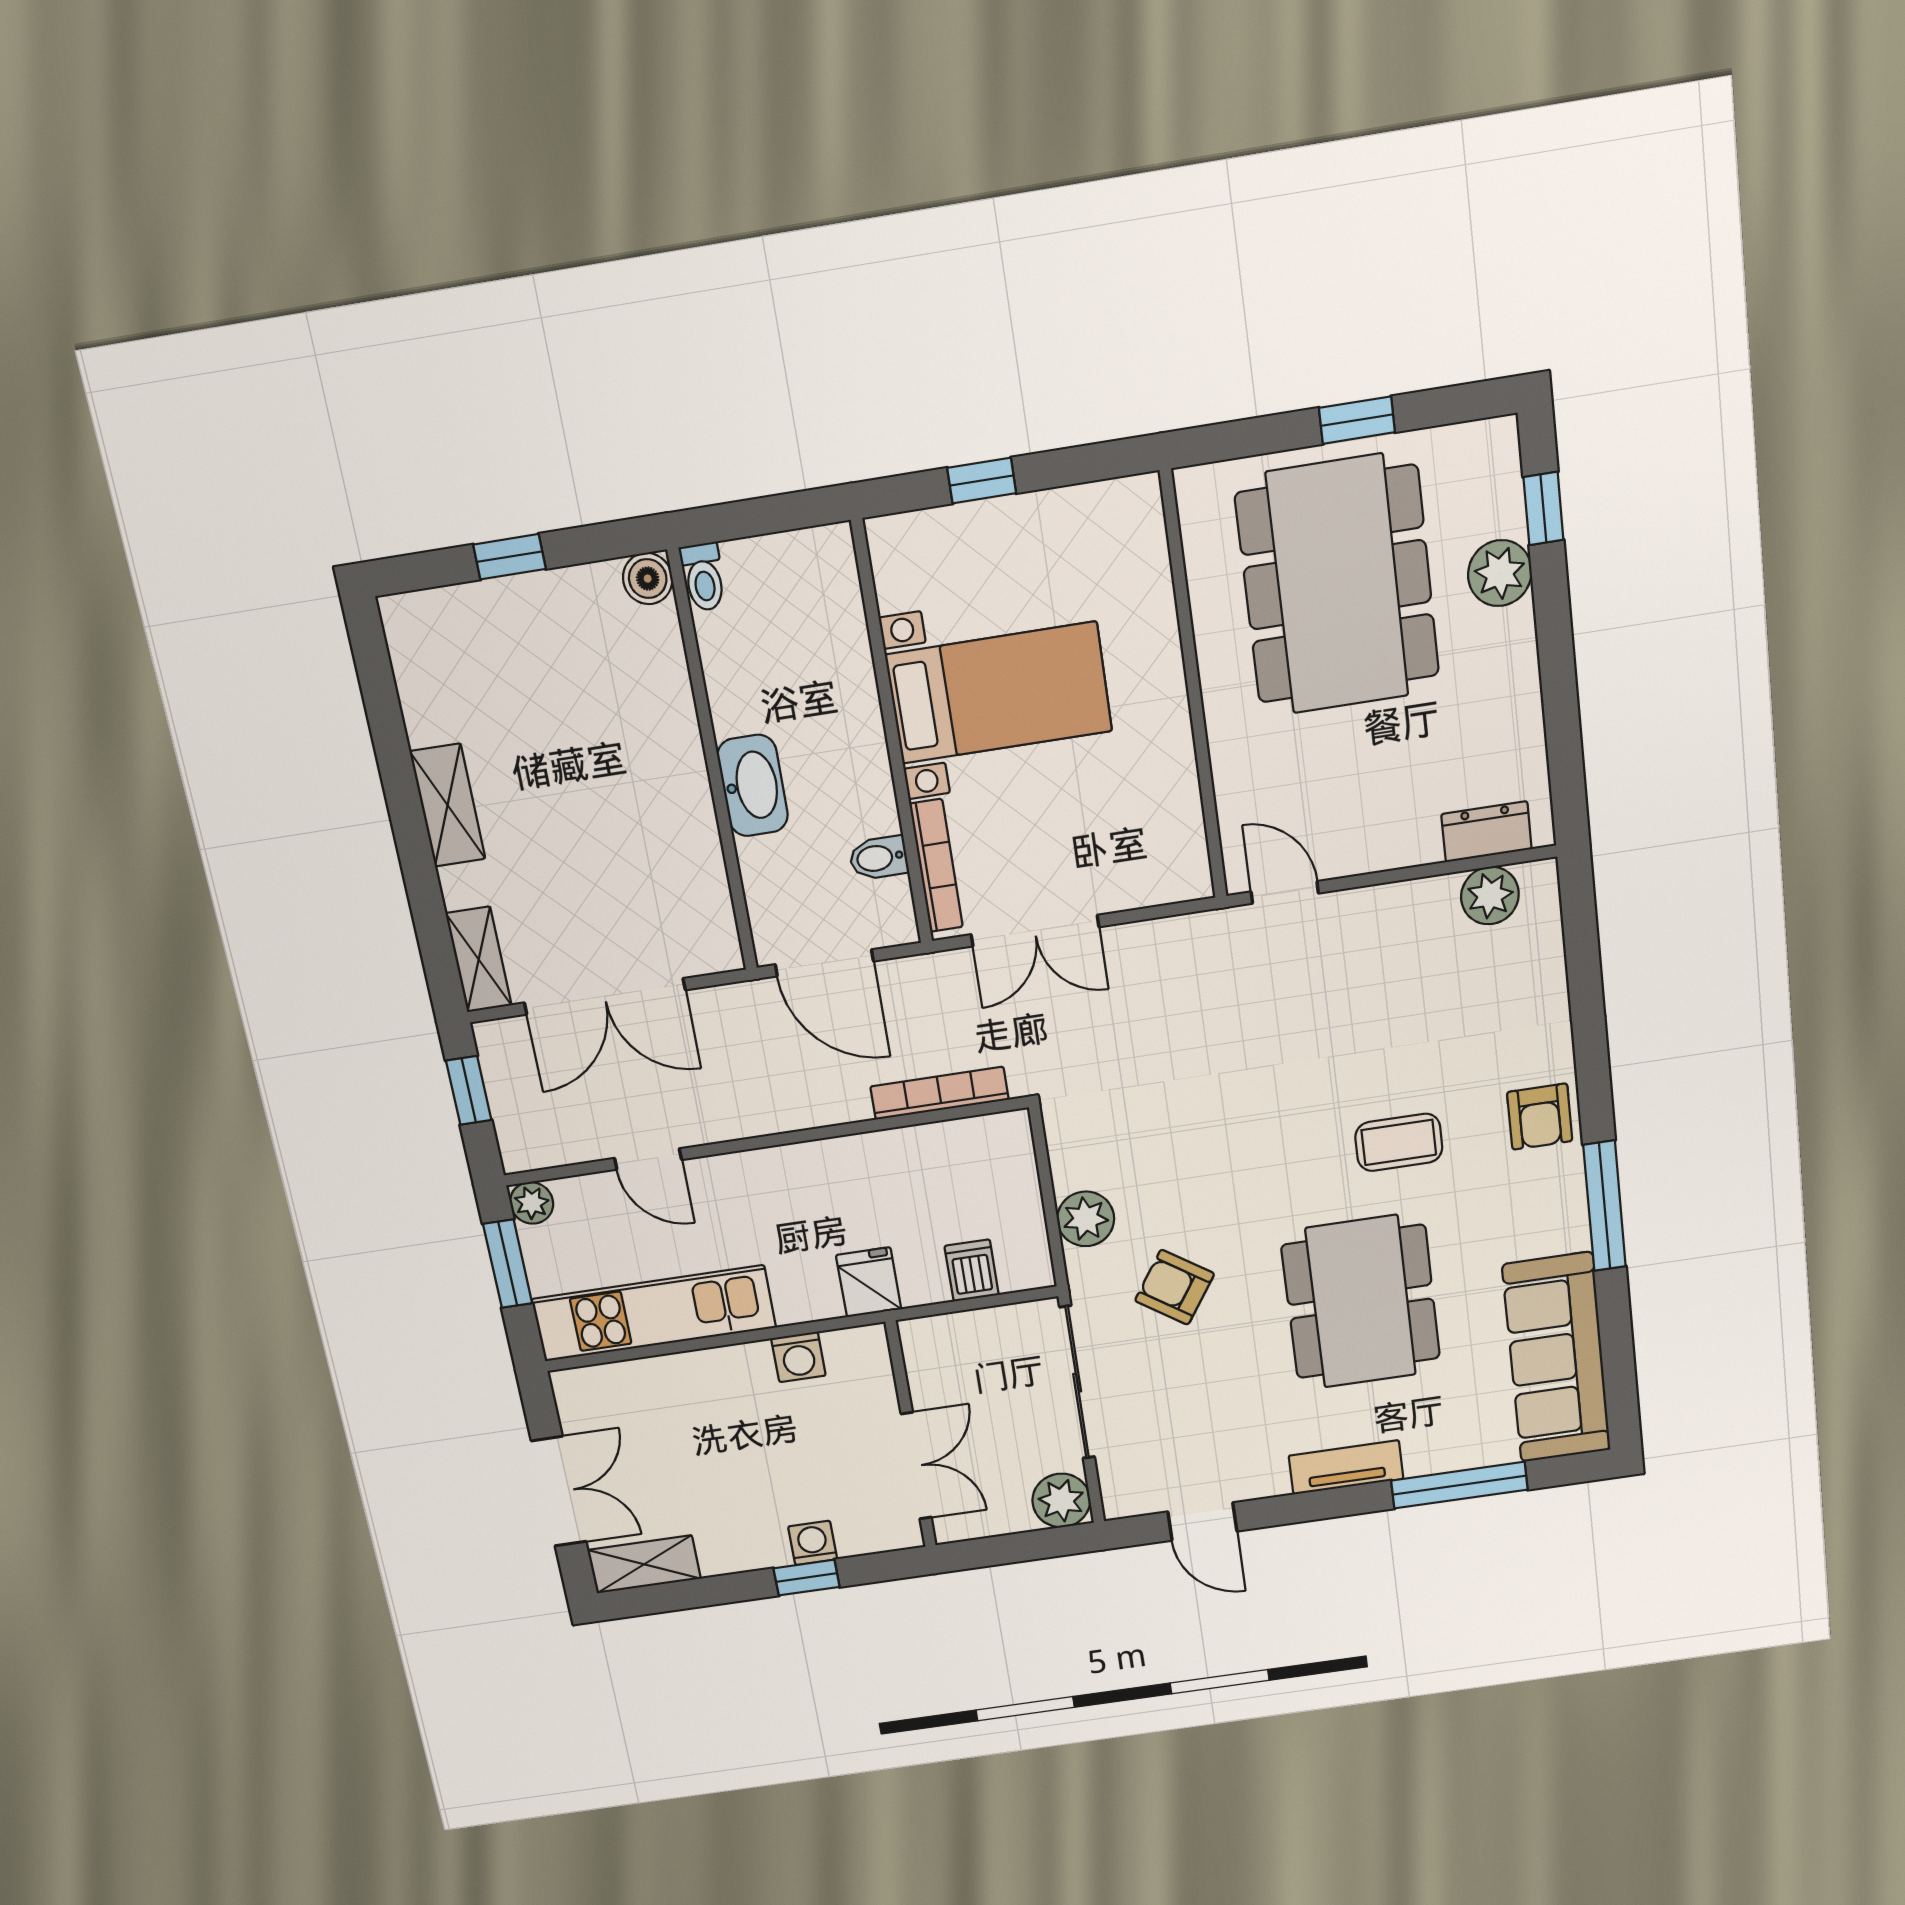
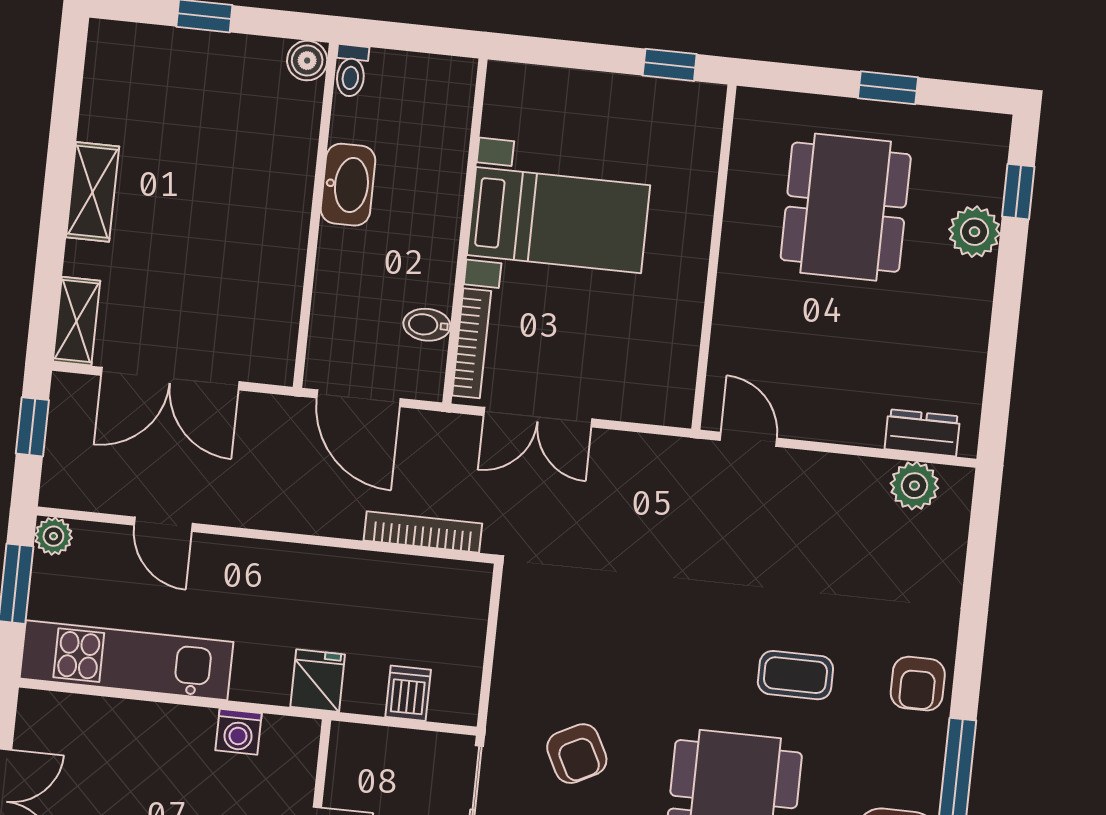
window: (982, 481) -> (670, 65), moved
dining table: (1338, 585) -> (846, 207), width x0.73, depth x0.80
washbasin: (753, 786) -> (348, 185), moved
plant: (1086, 1219) -> (517, 673), removed
armchair: (1175, 1287) -> (577, 754), turned -151

